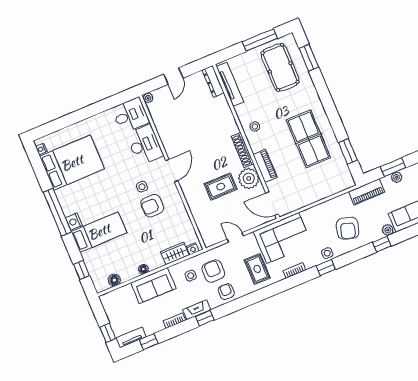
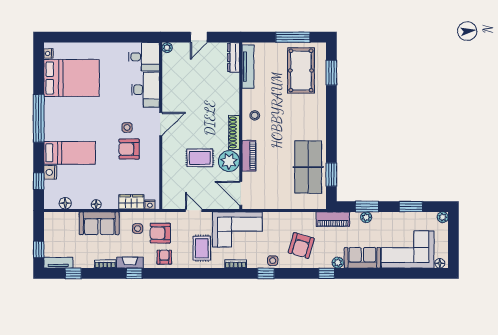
table tennis table: (308, 139) -> (308, 167), moved
nightstand: (74, 222) -> (50, 172), moved
armchair: (213, 271) -> (160, 233), turned -90

